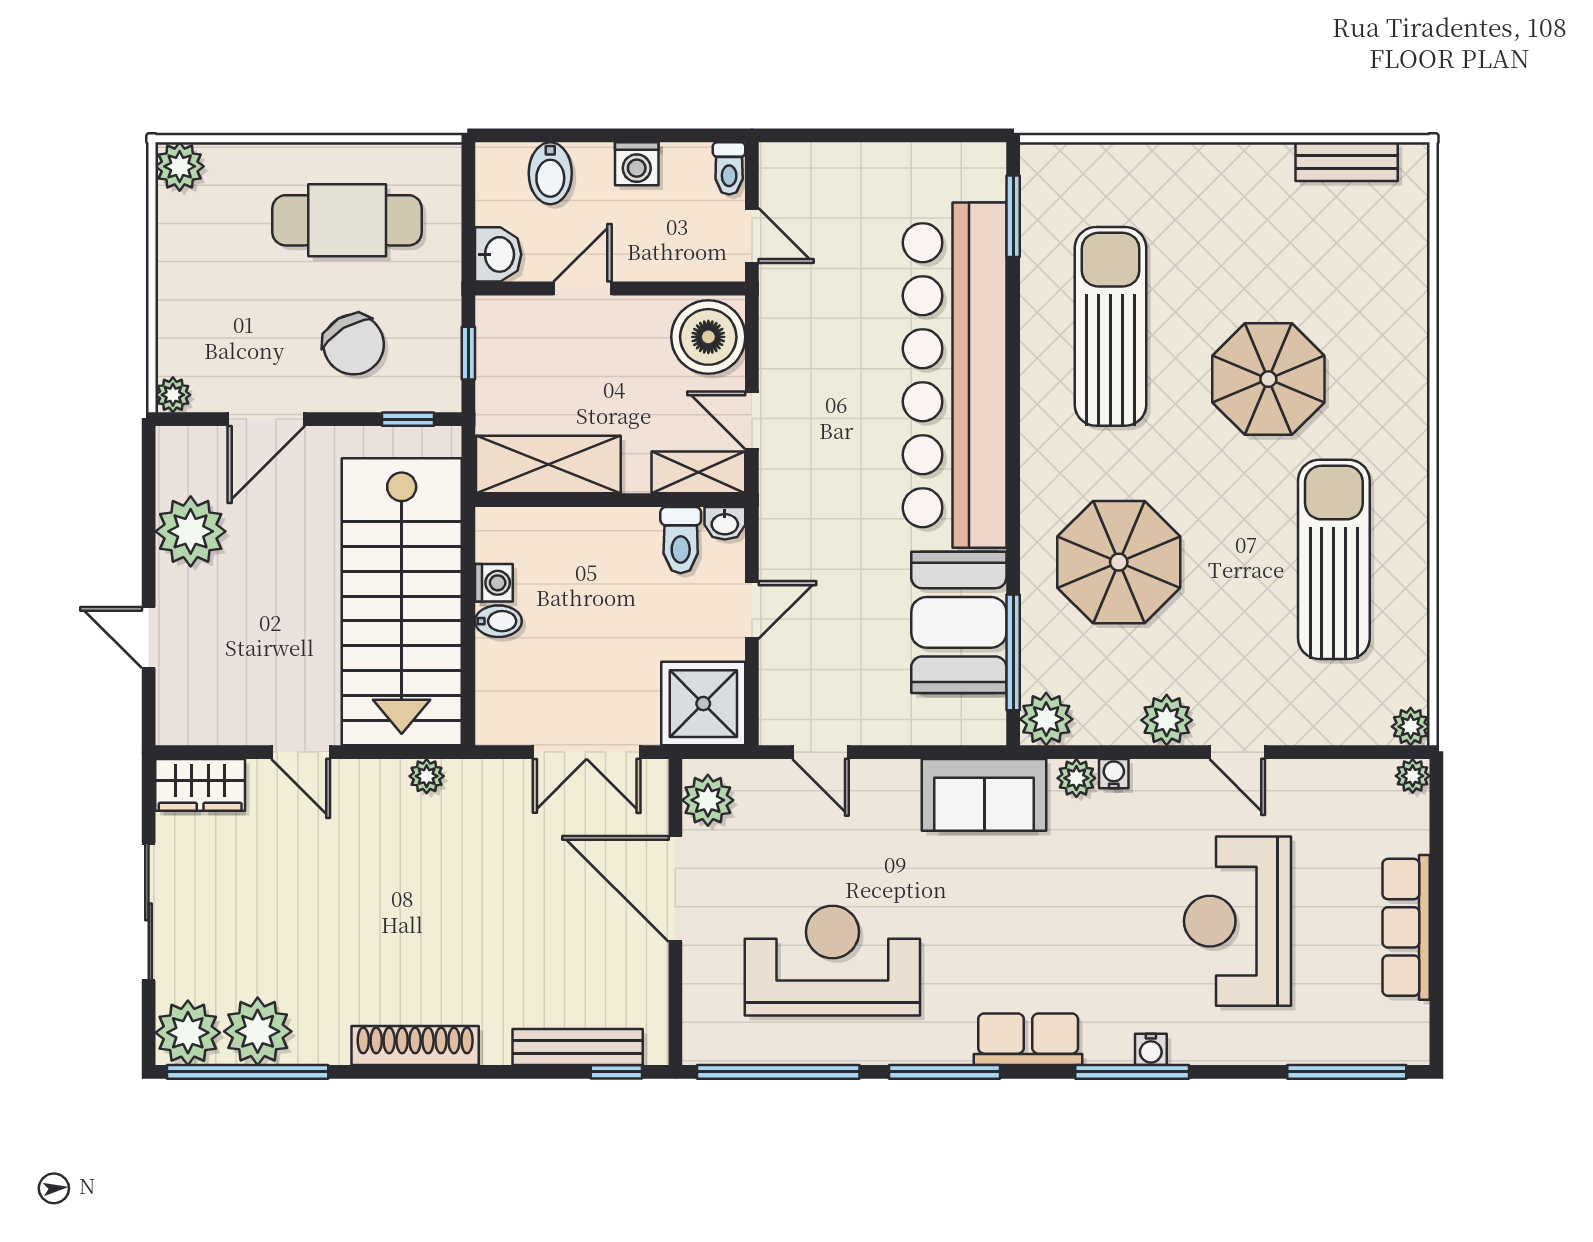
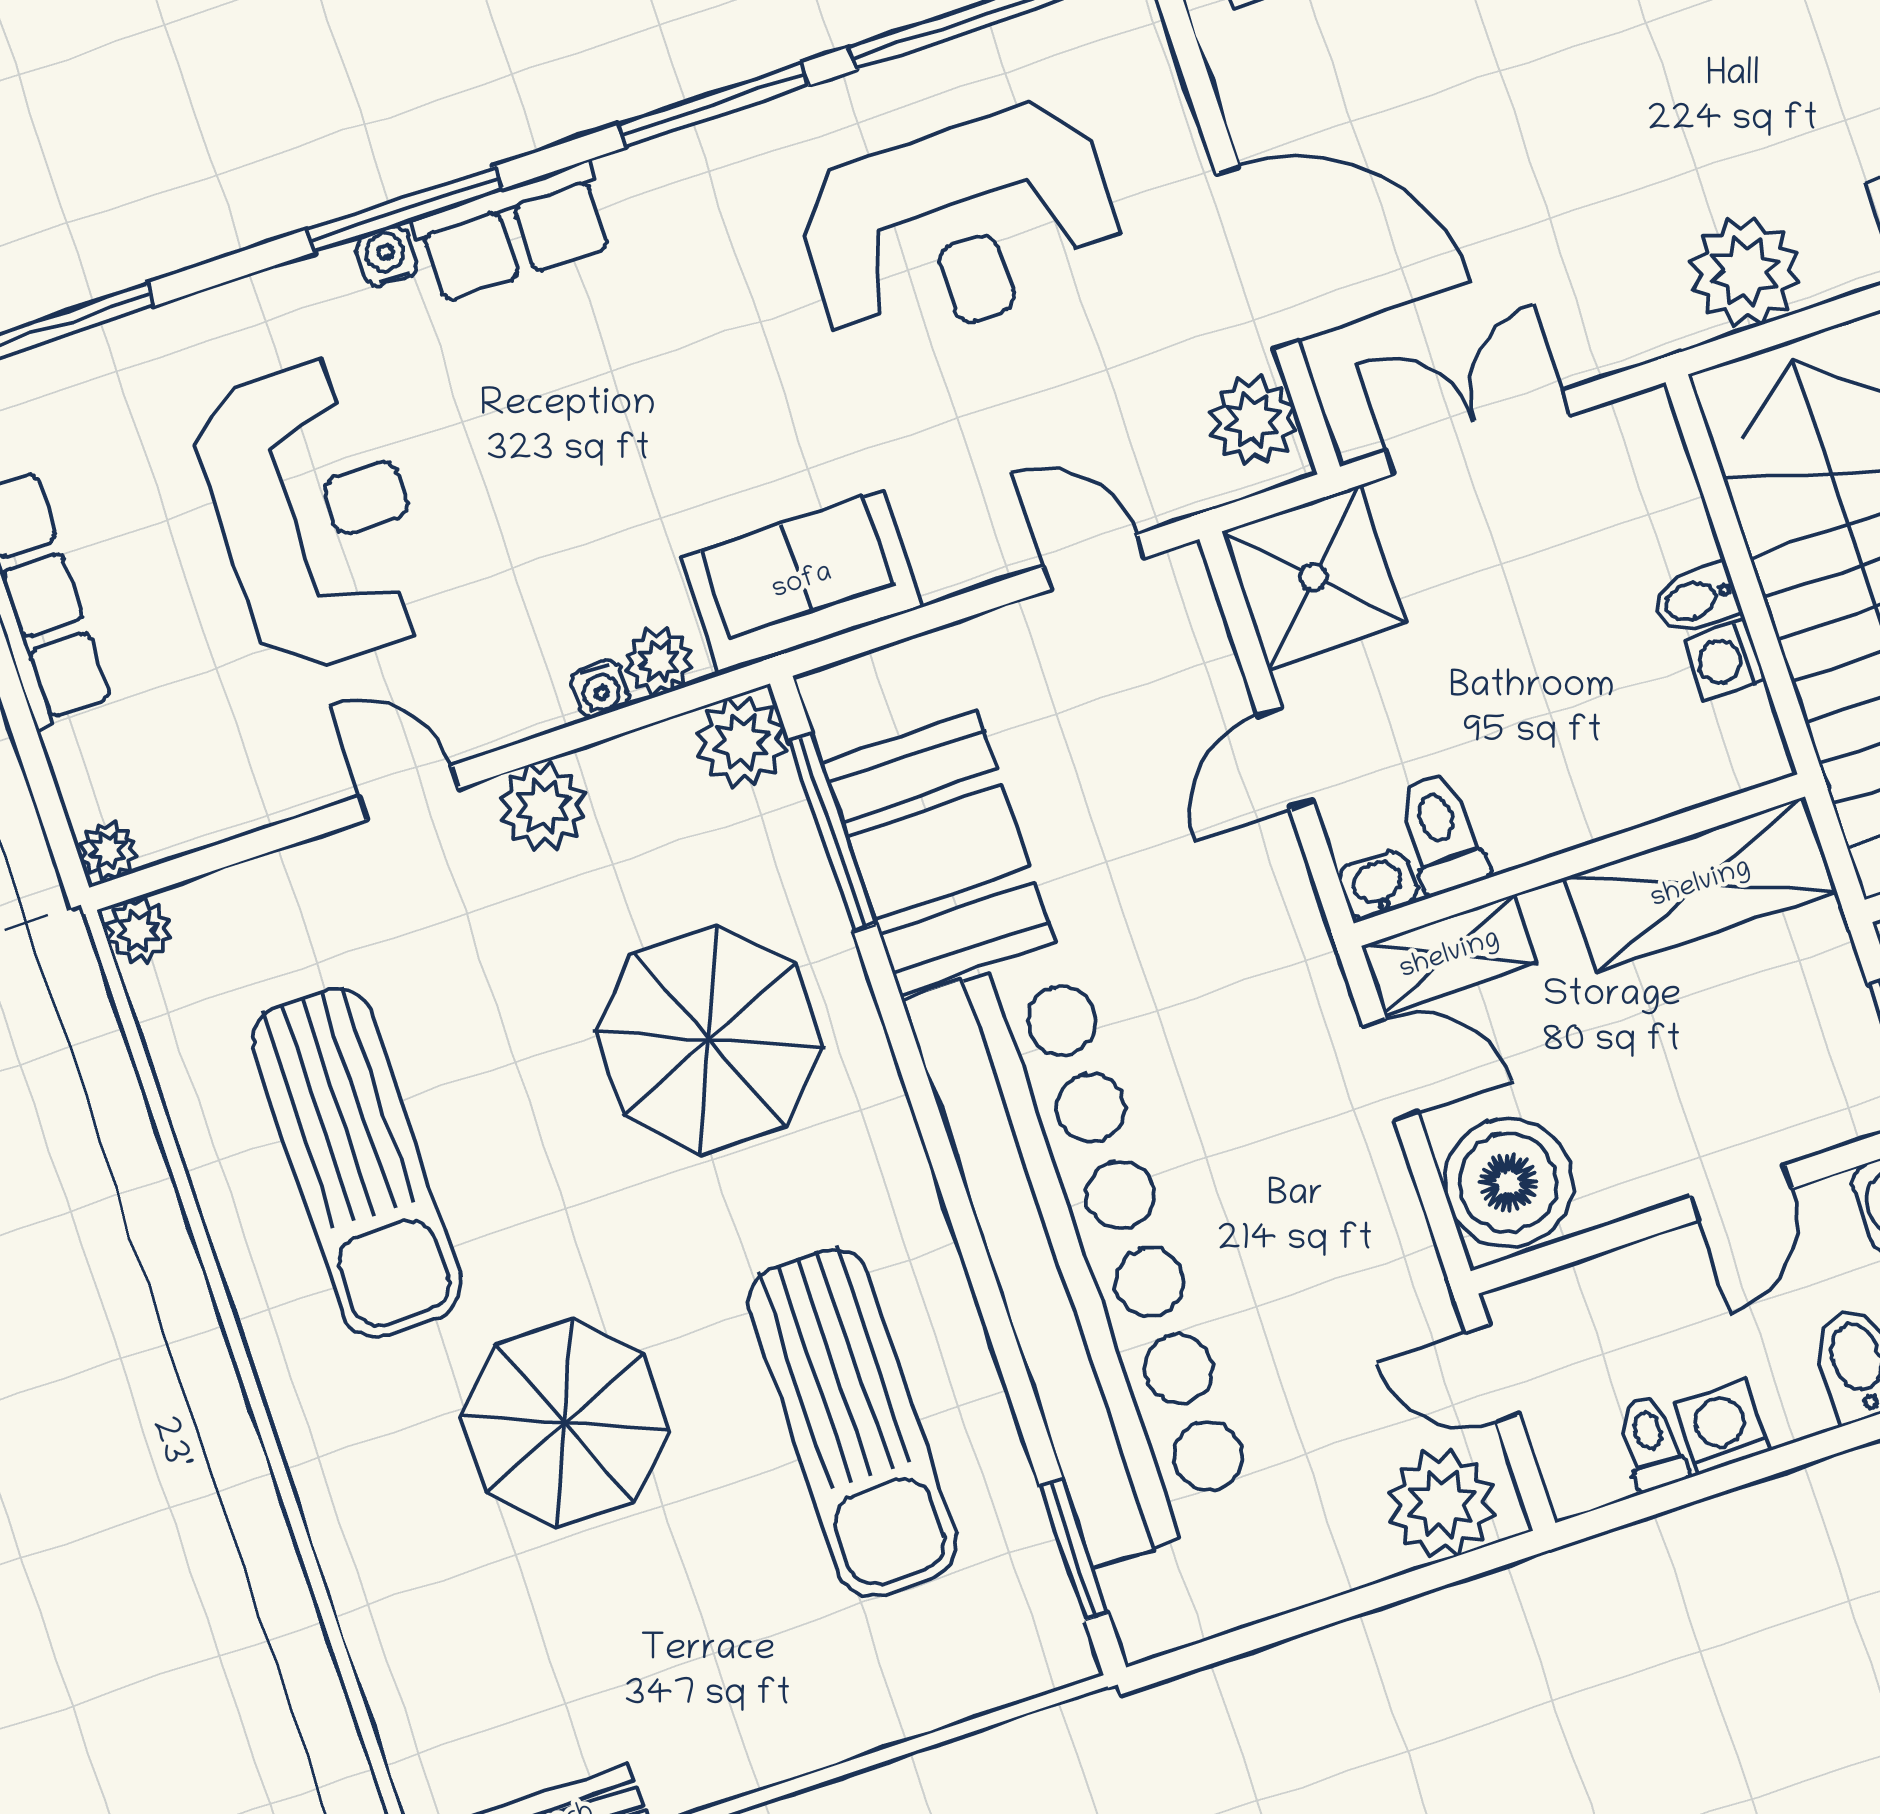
toilet: (729, 168) -> (1651, 1443), moved
plant: (804, 174) -> (1442, 1504), added
plant: (427, 776) -> (1745, 272), width x1.88, depth x1.88
row of seats: (1028, 1039) -> (513, 232), moved

